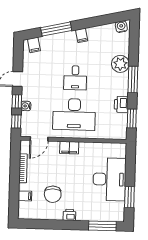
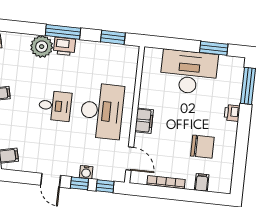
printer: (121, 104) -> (64, 46), moved
printer: (69, 215) -> (232, 113), moved

